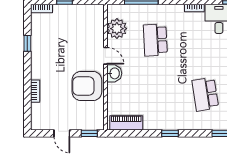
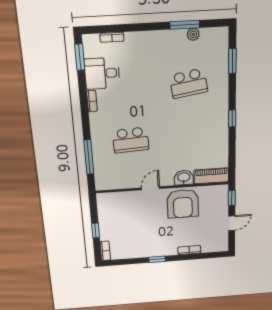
plant: (117, 29) -> (121, 179), removed
window: (27, 43) -> (157, 259), moved
washbasin: (114, 73) -> (184, 178), moved
piano: (126, 123) -> (211, 176), moved, turned 90

